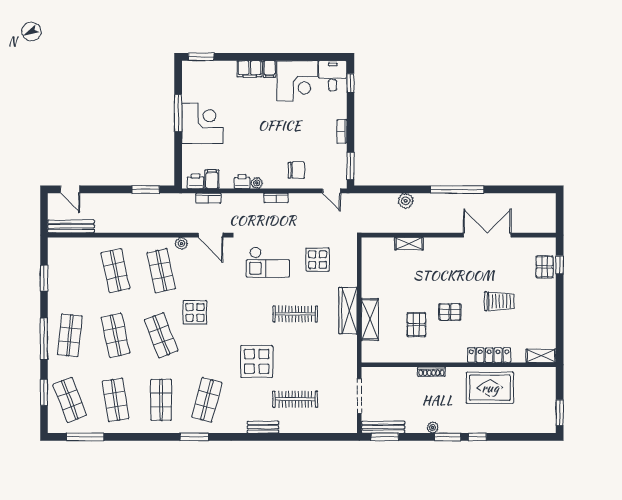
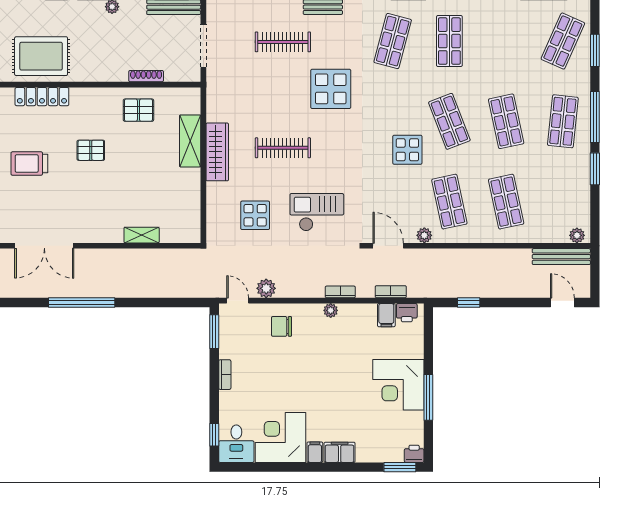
printer: (242, 182) -> (414, 454), moved, turned 180
window: (146, 189) -> (469, 302), width x0.67
bookcase: (276, 198) -> (340, 292), moved
plant: (406, 201) -> (266, 288), moved
plant: (58, 243) -> (577, 235), added
window: (44, 278) -> (595, 169), moved
pallet: (416, 325) -> (138, 110), moved, turned 90
shoe rack: (431, 372) -> (146, 76), moved
shop shelf: (70, 400) -> (563, 41), turned 45
shop shelf: (115, 400) -> (506, 41), removed

